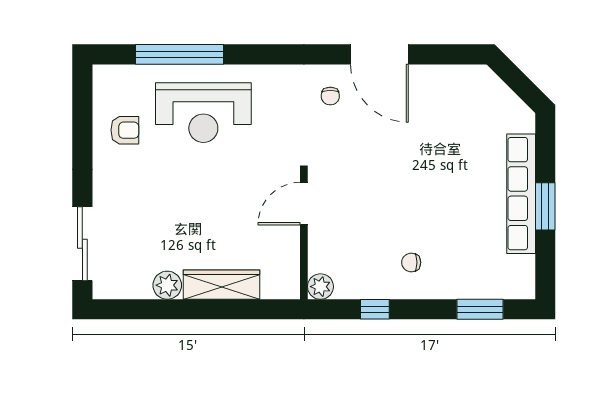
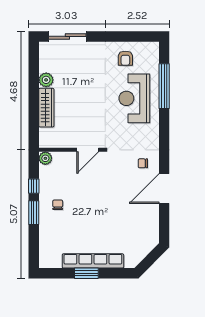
door: (304, 204) -> (88, 150), swing flipped
window: (480, 309) -> (34, 213), moved

